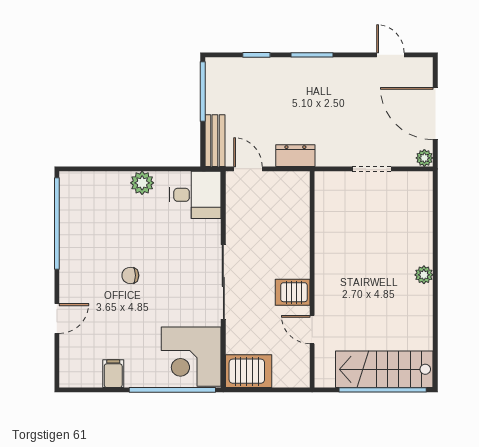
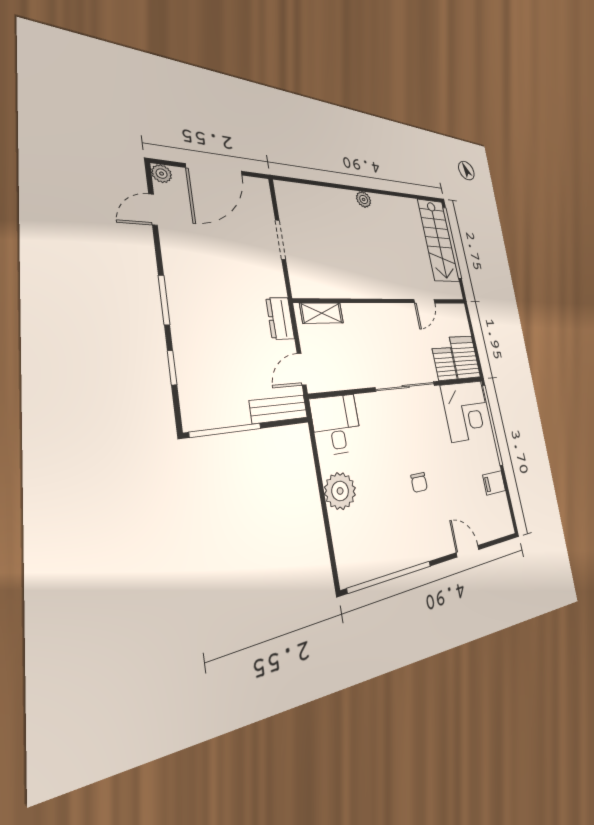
plant: (424, 158) -> (162, 174), moved
plant: (142, 183) -> (340, 491), width x1.36, depth x1.36
shelving: (300, 200) -> (322, 313), added
server rack: (293, 292) -> (445, 364), moved, turned 180

